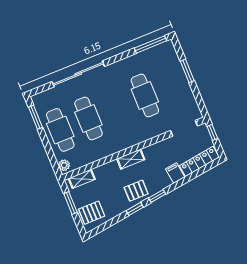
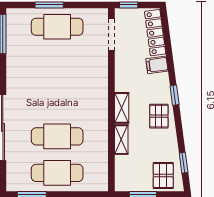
cafe table: (145, 95) -> (57, 27), moved
plant: (64, 165) -> (98, 185), removed
shelving: (82, 179) -> (121, 140), moved
window: (135, 209) -> (184, 163), moved

